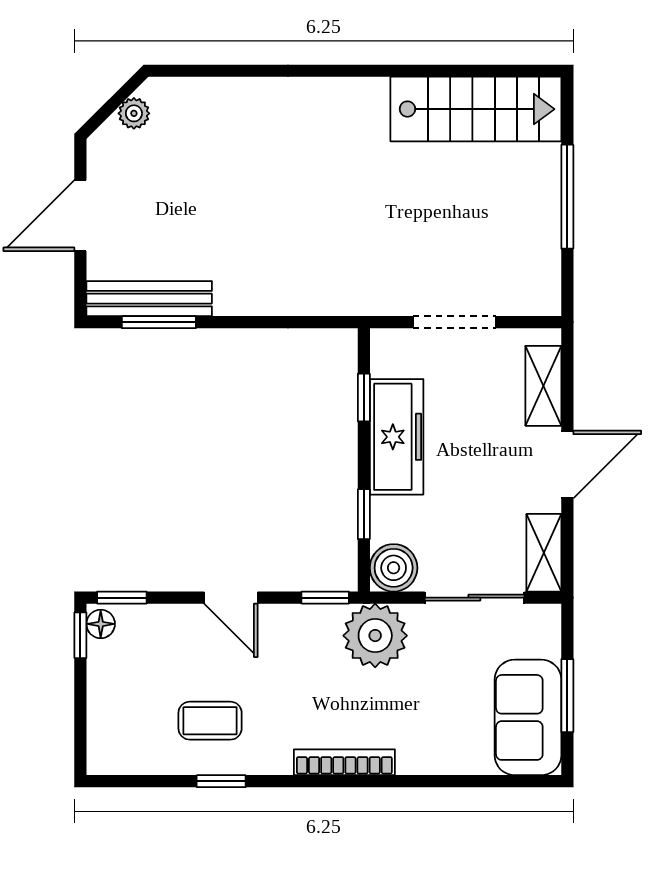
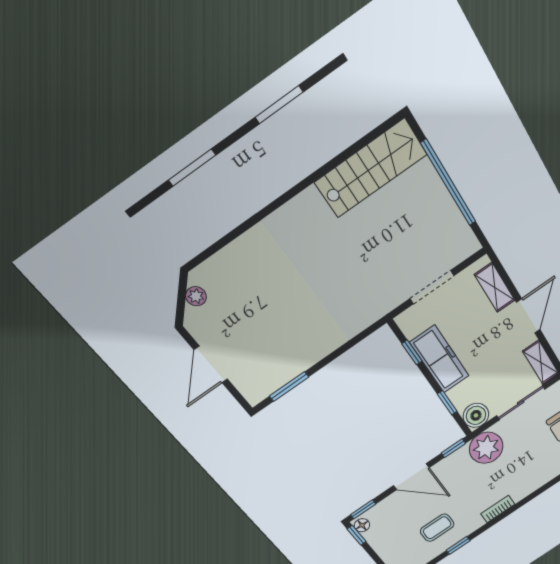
window: (567, 197) -> (449, 183), width x1.46
bench: (149, 299) -> (276, 379), removed
door: (231, 598) -> (411, 477), width x1.37
bookcase: (344, 762) -> (498, 509), width x0.64

